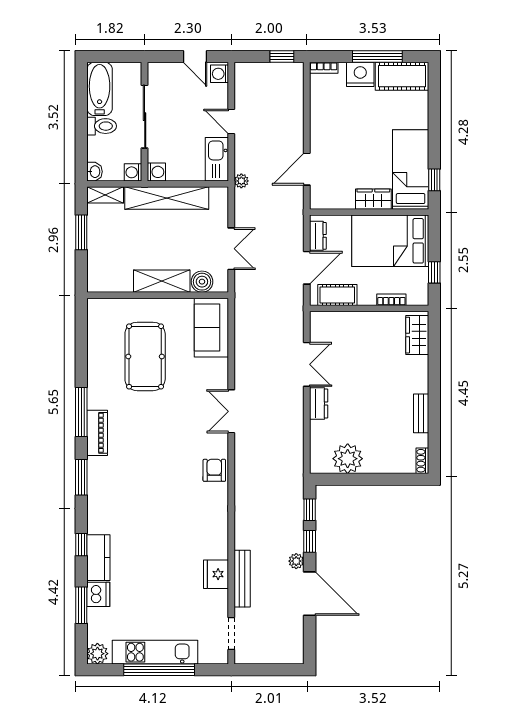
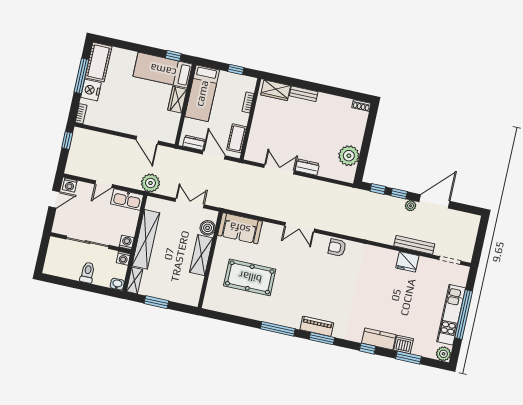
bathtub: (100, 89) -> (62, 268), removed
plant: (241, 181) -> (150, 183), width x1.87, depth x1.87
bed: (390, 241) -> (202, 93), width x0.67
bench: (421, 413) -> (304, 94), moved
piano: (97, 433) -> (317, 326), moved

